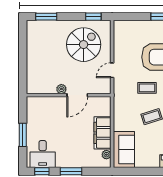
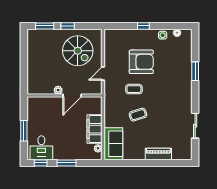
window: (93, 17) -> (68, 26), moved
spiral stairs: (84, 45) -> (78, 51), turned 90

